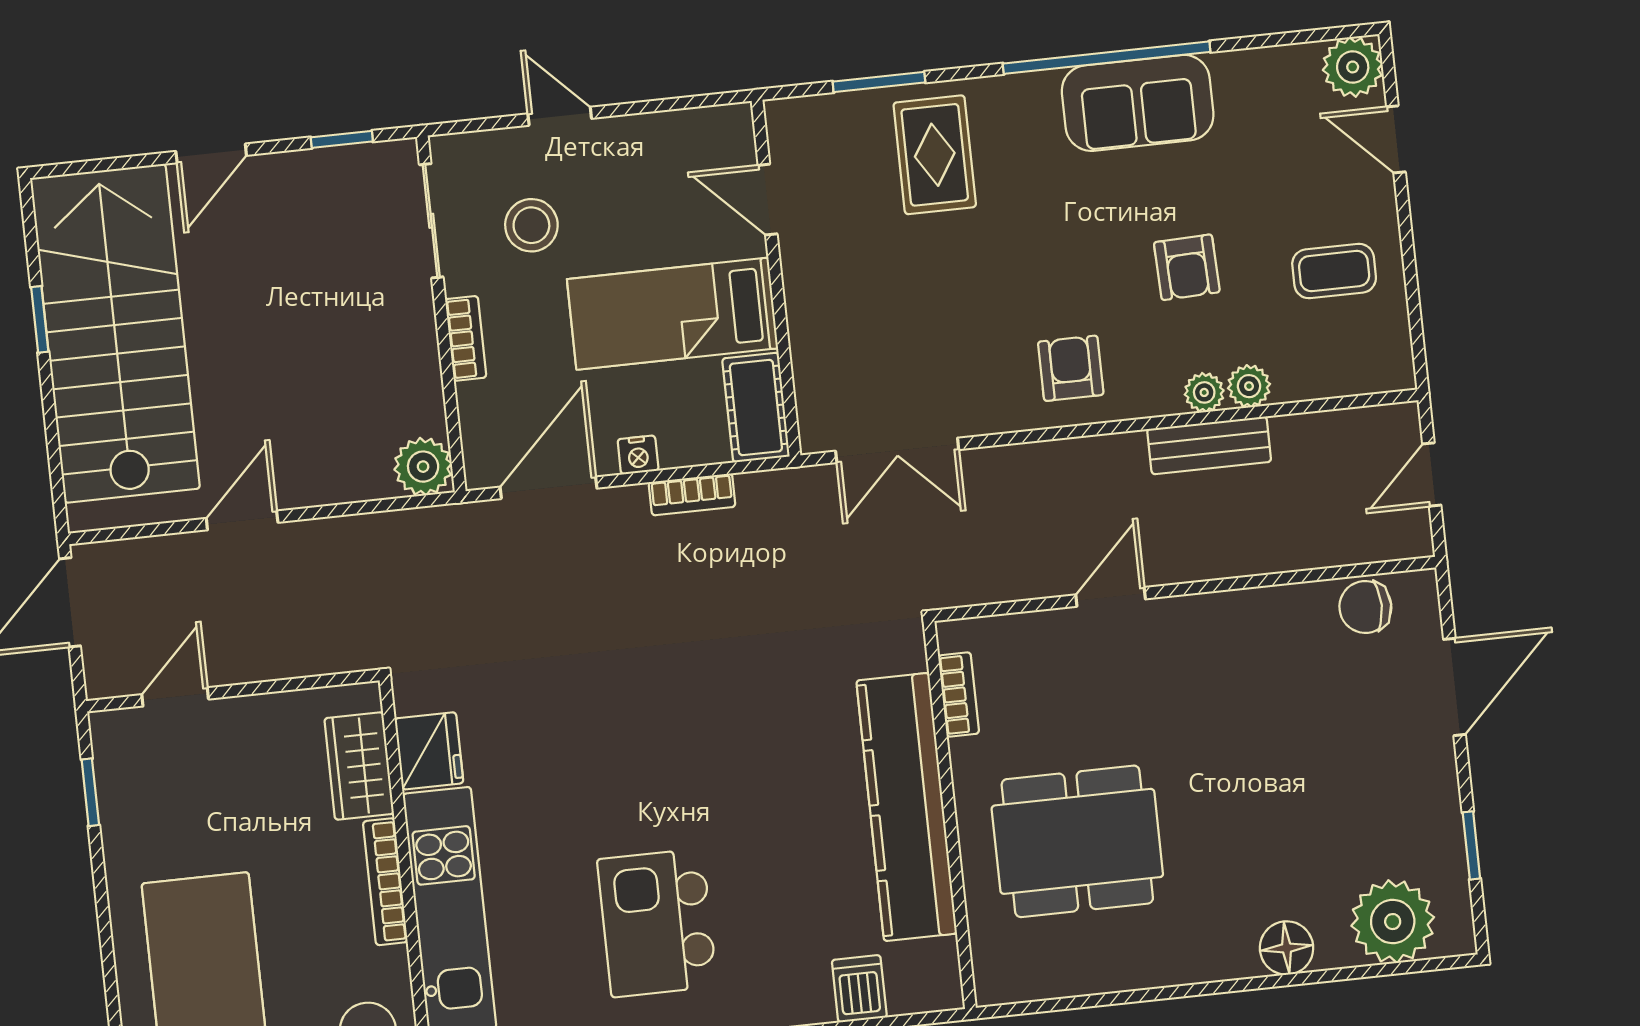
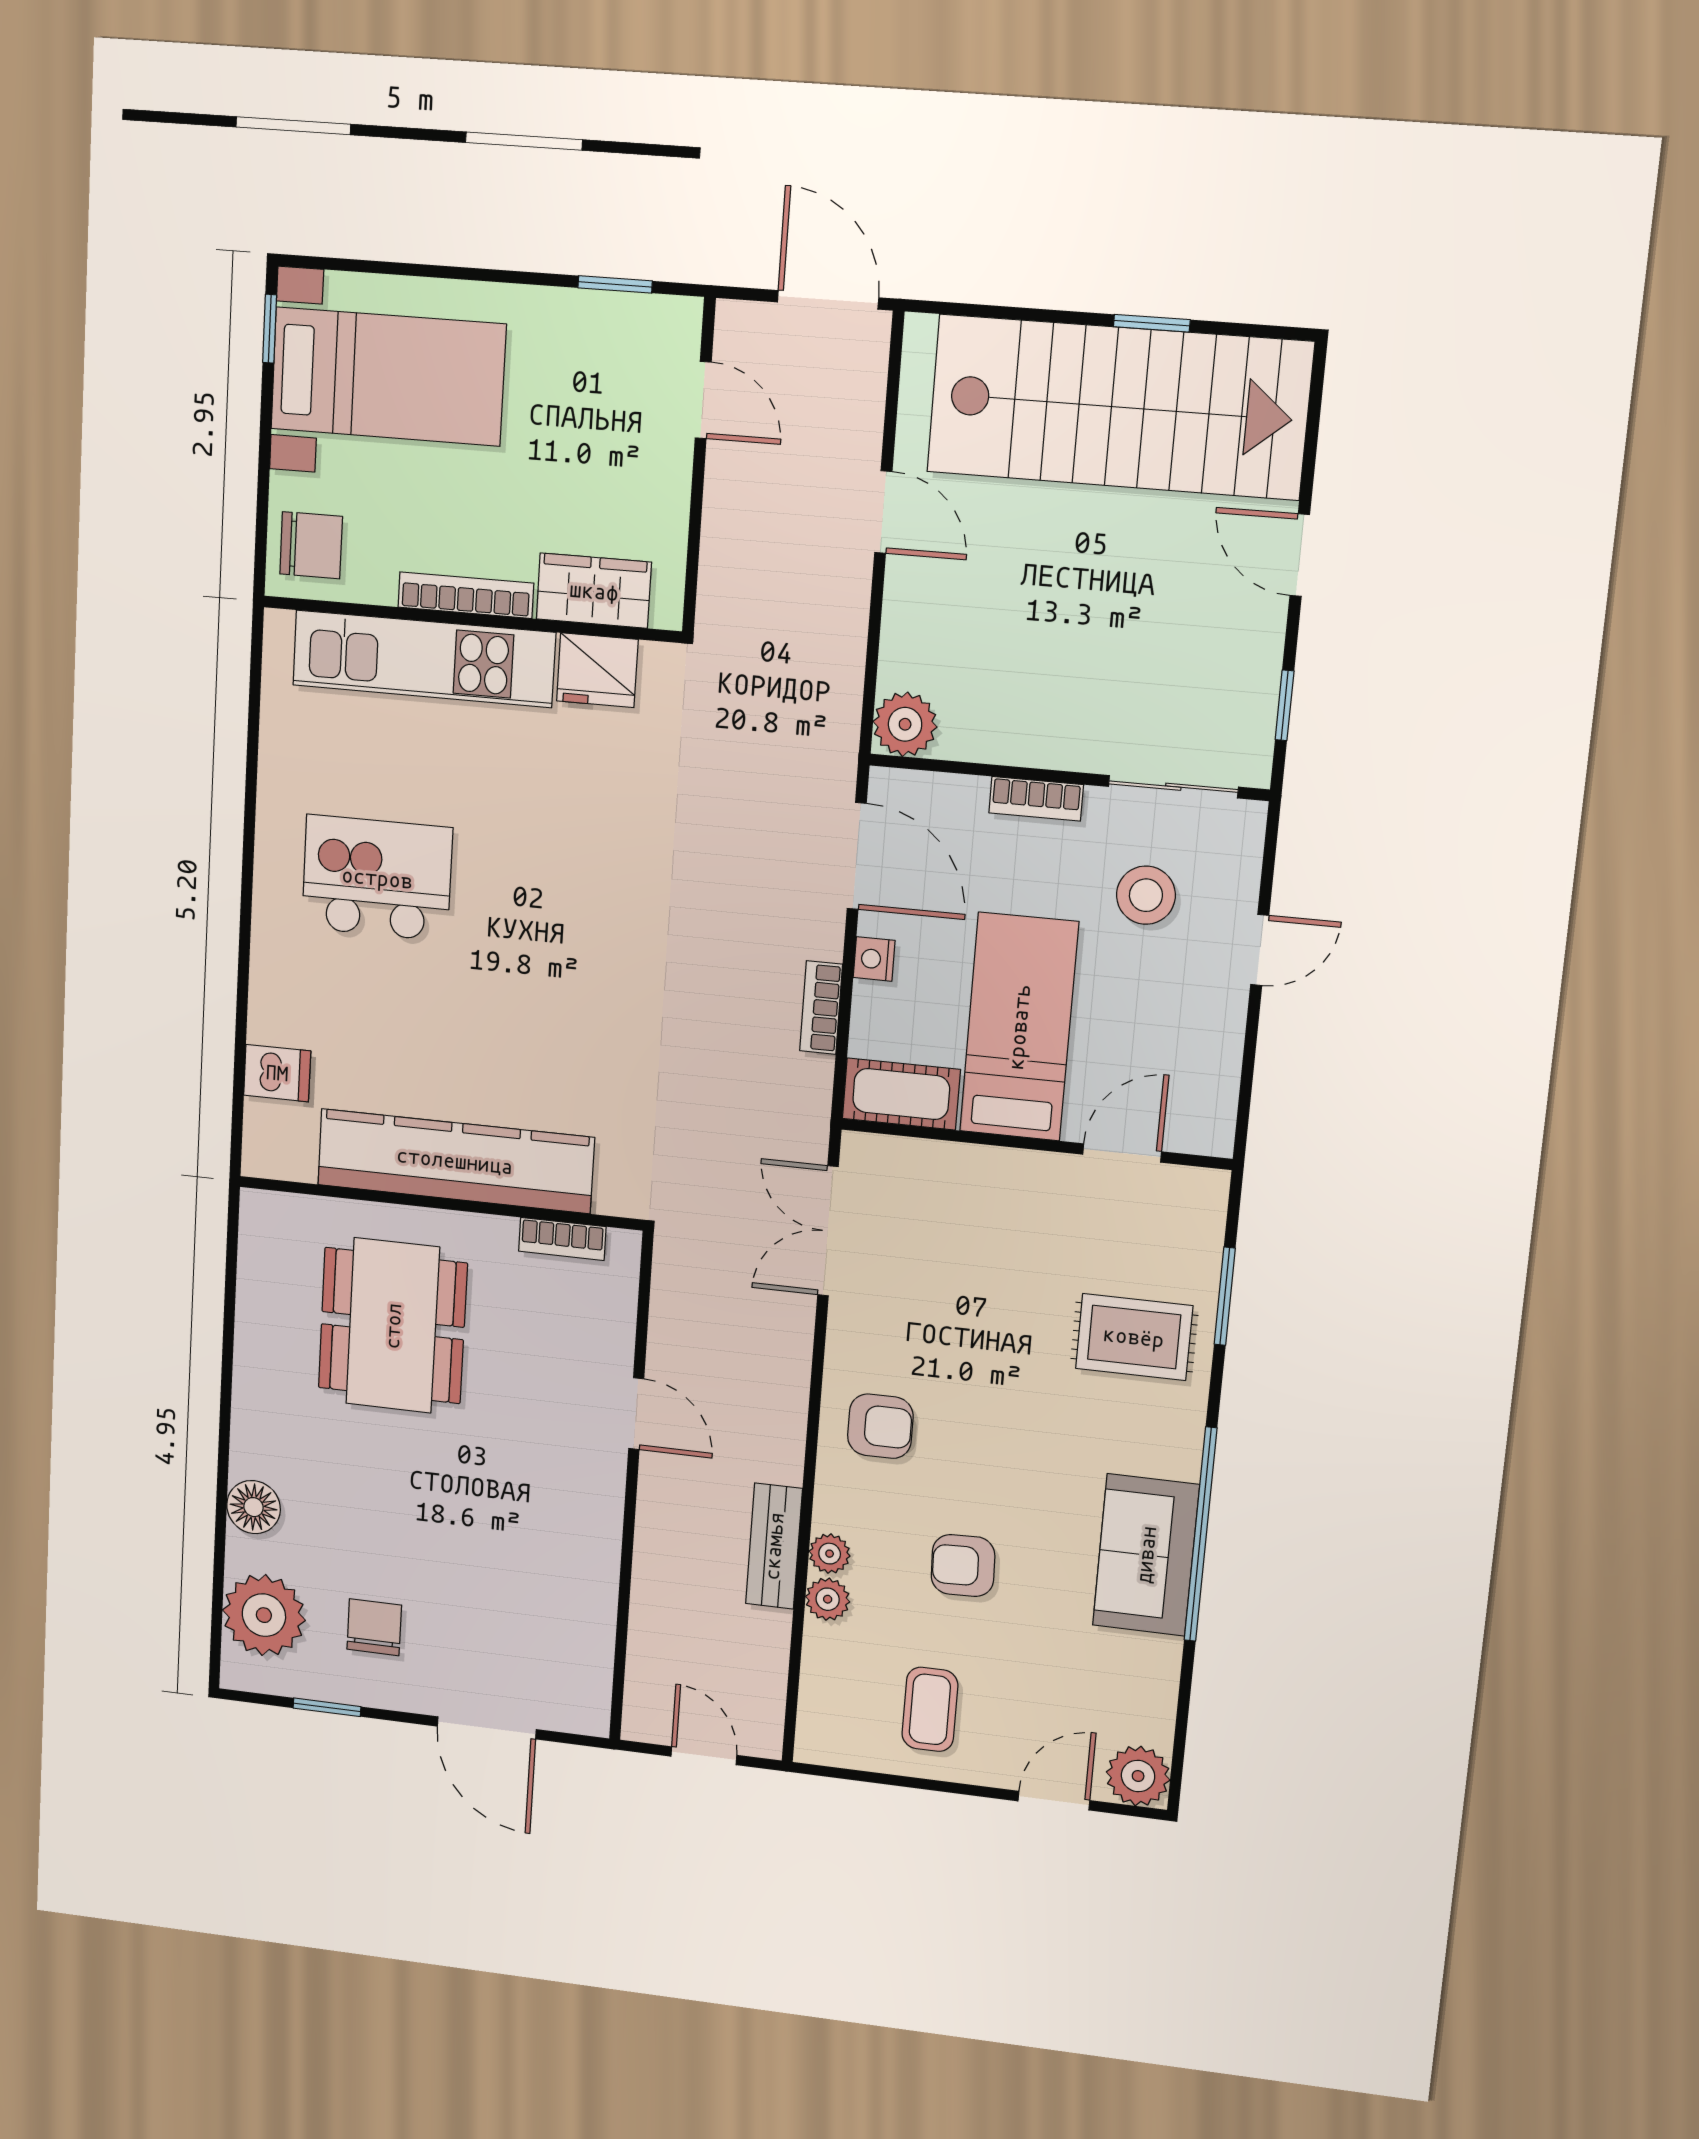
chair: (1365, 607) -> (374, 1627), moved

